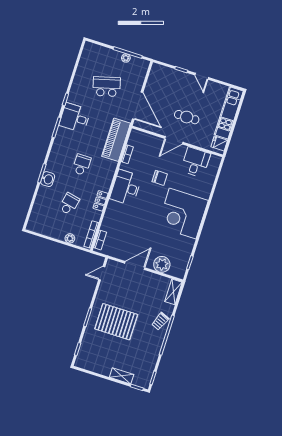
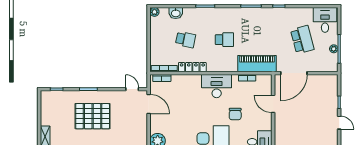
door: (202, 76) -> (339, 123), swing flipped
cafe table: (187, 117) -> (298, 121), removed
desk: (75, 118) -> (325, 20), moved
door: (174, 140) -> (273, 104), moved
washbasin: (48, 179) -> (176, 13), moved
locker: (100, 201) -> (192, 67), width x1.53
plant: (70, 238) -> (154, 12), moved
door: (135, 266) -> (149, 104), moved
pallet: (116, 322) -> (93, 116), turned 90

